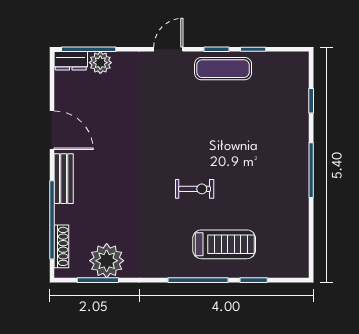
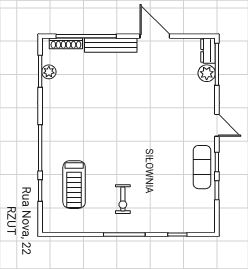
door: (52, 130) -> (155, 36), swing flipped
bench: (64, 179) -> (111, 45), width x1.36
exercise bike: (195, 189) -> (123, 199), moved
treadmill: (224, 244) -> (74, 185), moved
plant: (107, 261) -> (49, 72), width x0.53, depth x0.53

